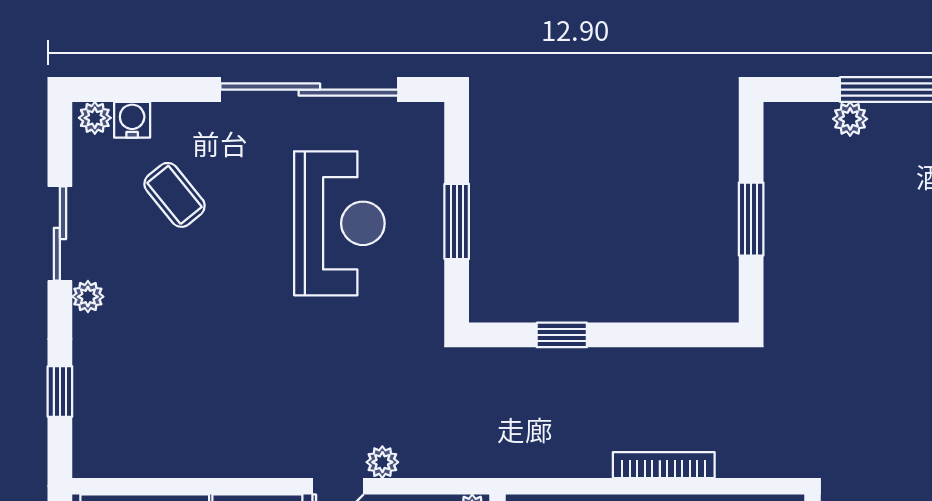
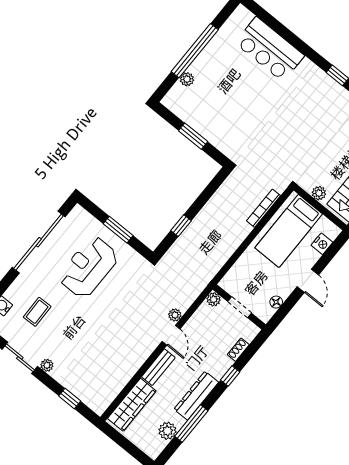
coffee table: (175, 195) -> (37, 312), turned -52
reception desk: (339, 223) -> (88, 267), turned -90
bookcase: (664, 465) -> (264, 208), moved

